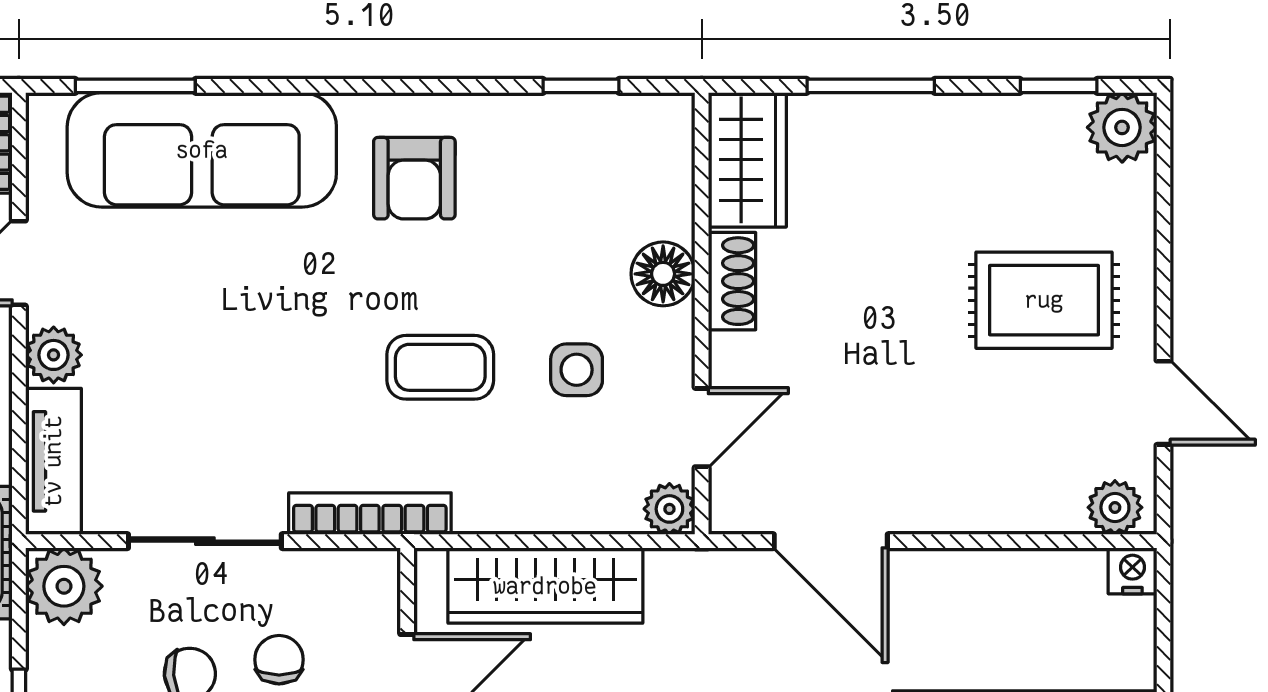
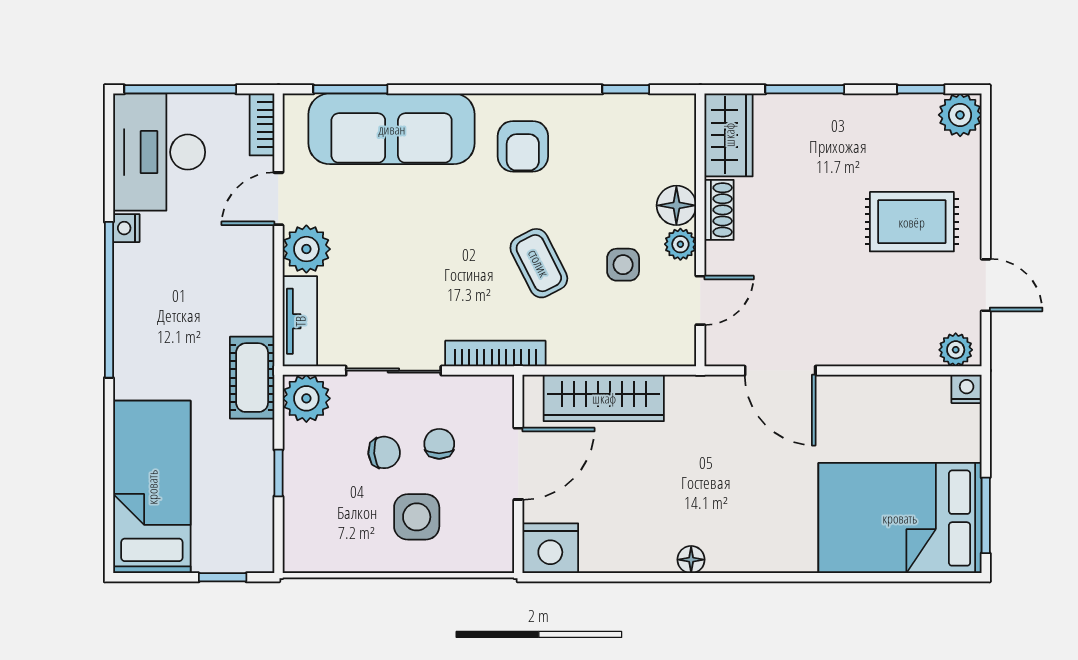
plant: (54, 355) -> (306, 249), width x1.38, depth x1.38
coffee table: (440, 367) -> (539, 263), turned 63
plant: (669, 509) -> (680, 244), moved

